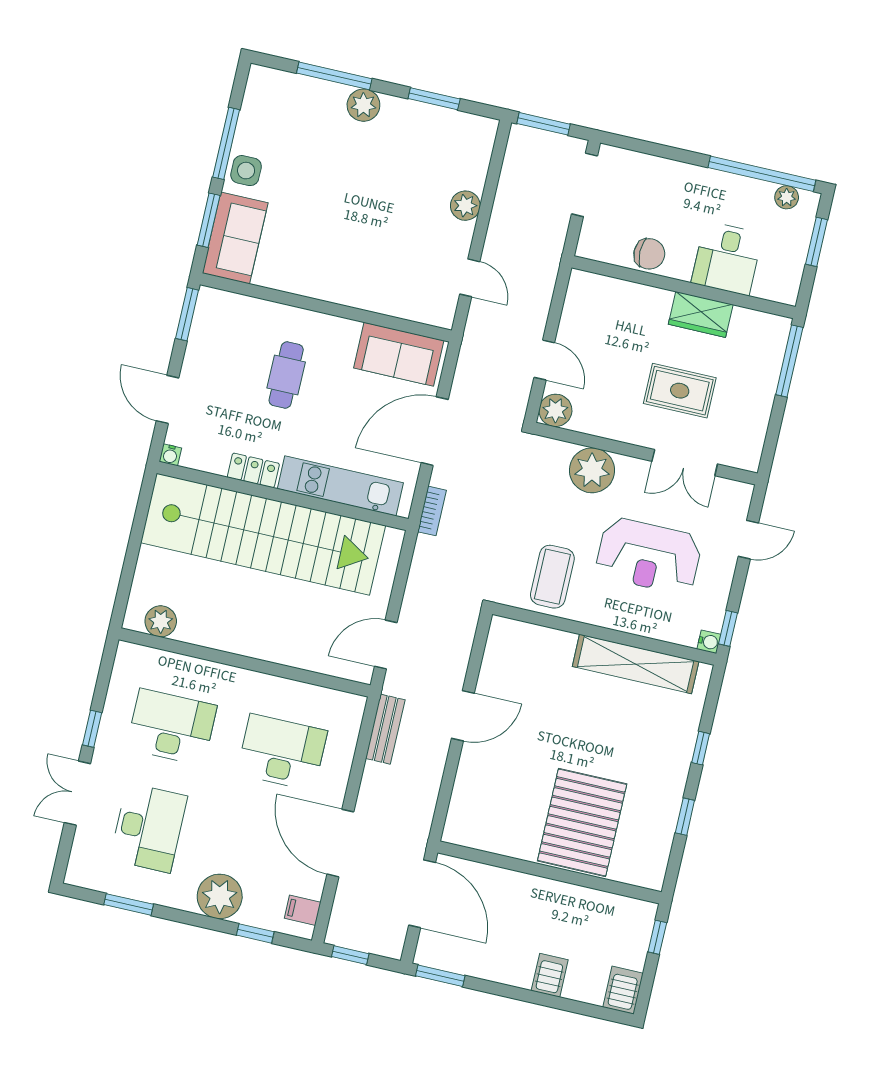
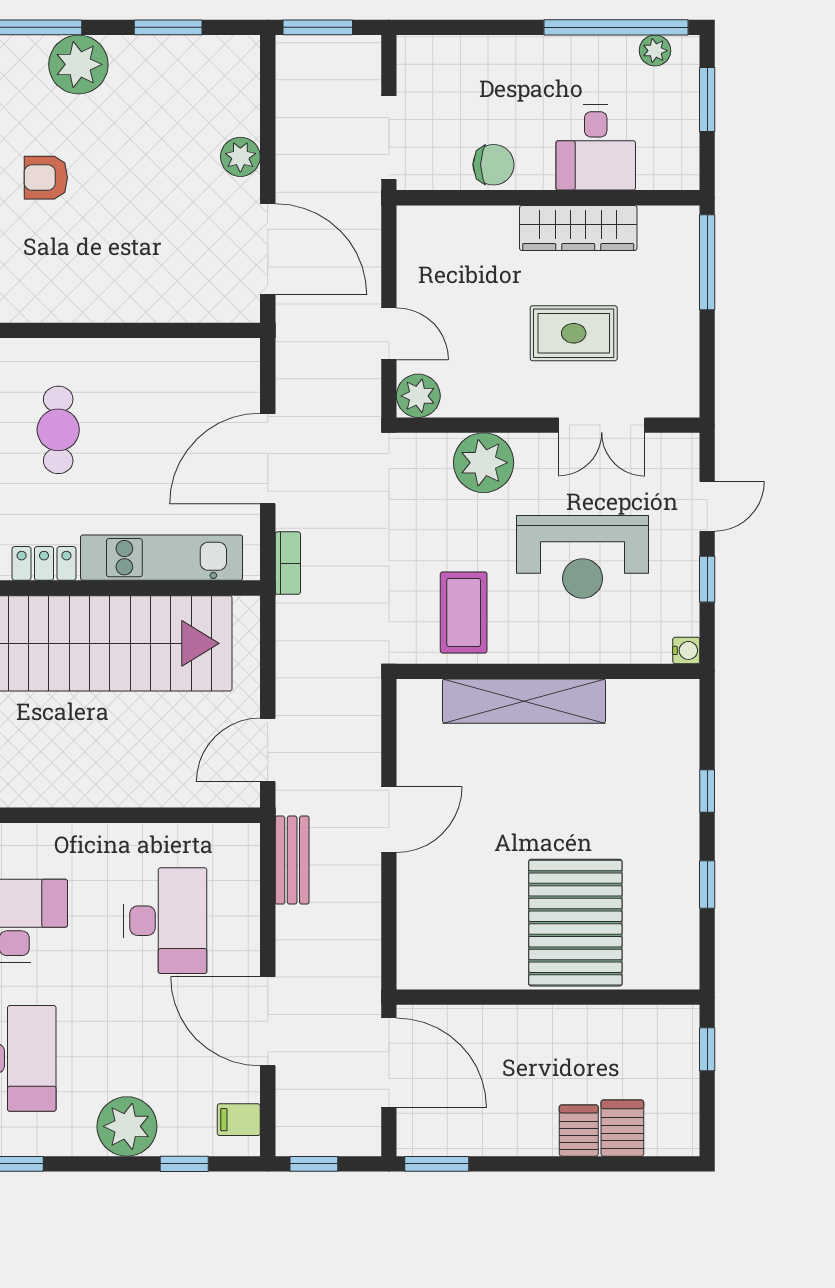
plant: (363, 105) -> (78, 64), width x1.36, depth x1.36
doorway: (584, 185) -> (389, 138), moved
armchair: (319, 188) -> (46, 178), added
door: (470, 278) -> (268, 249), width x1.88
wardrobe: (701, 314) -> (578, 228), width x1.50
sofa: (399, 354) -> (198, 369), removed
window: (728, 628) -> (707, 579), moved
shelving: (636, 664) -> (524, 701), moved
desk: (282, 752) -> (165, 921), turned 90
server rack: (623, 990) -> (622, 1128), moved

